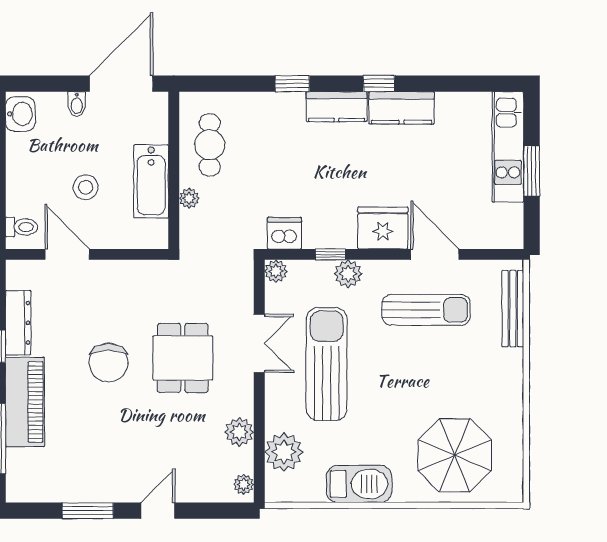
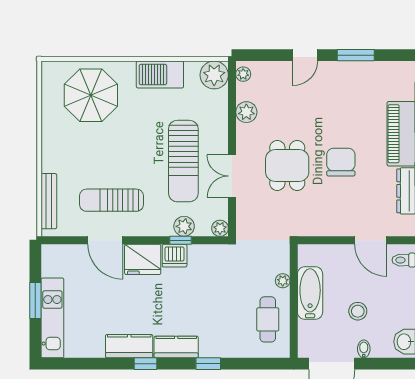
stool: (86, 187) -> (358, 311), moved
dishwasher: (284, 233) -> (175, 256), moved
plant: (348, 274) -> (184, 226), moved
plant: (284, 452) -> (214, 75), moved

